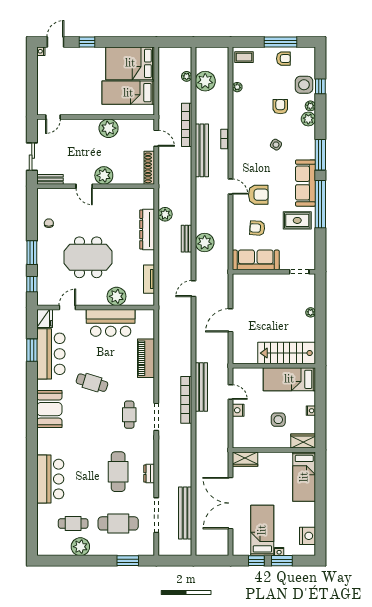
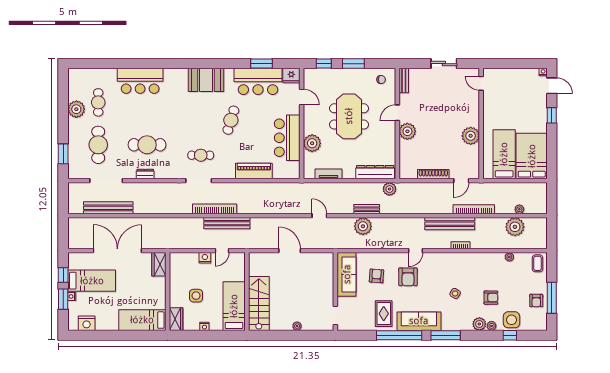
plant: (104, 175) -> (407, 131), moved
bench: (50, 179) -> (404, 81), moved
door: (84, 186) -> (397, 113), moved
wall: (96, 186) -> (397, 124), moved

